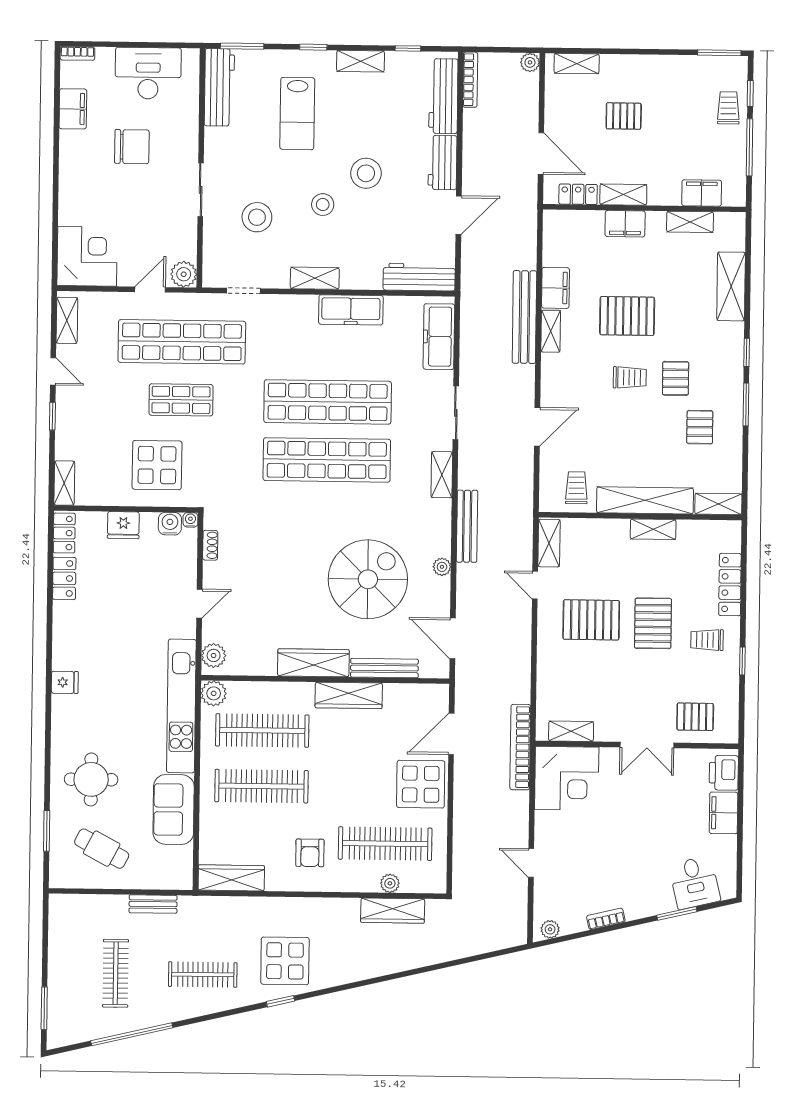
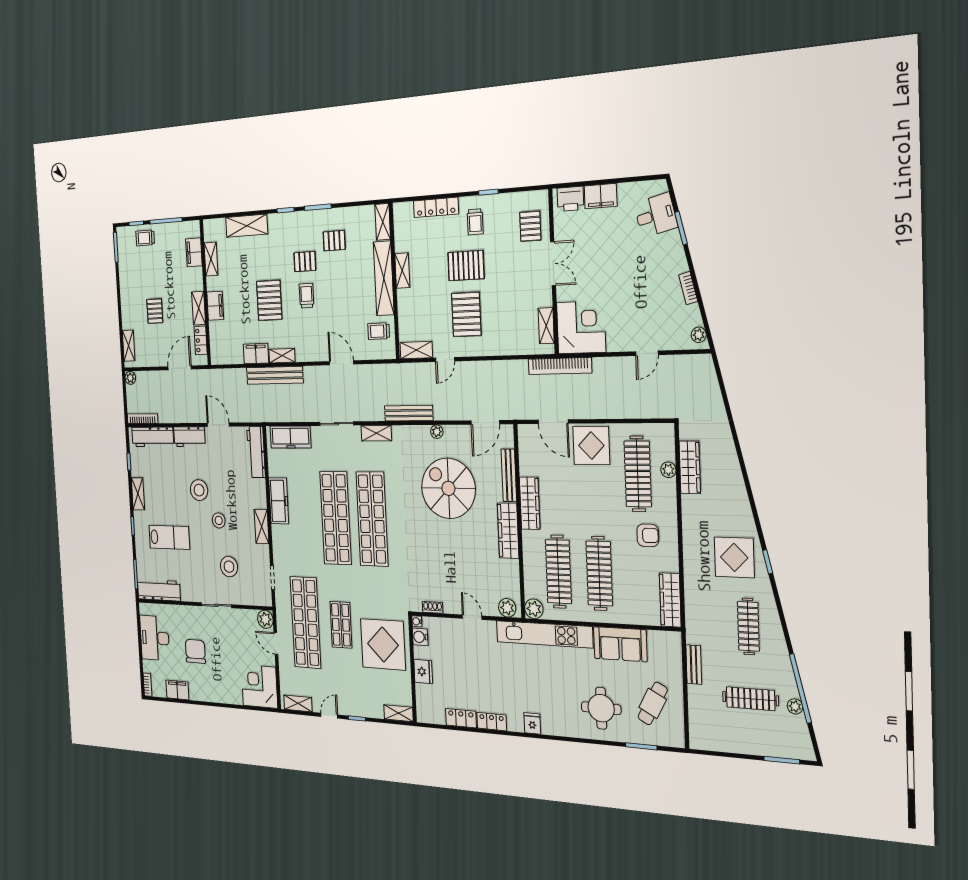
display table: (157, 465) -> (383, 644), width x1.36, depth x1.36
locker: (64, 533) -> (492, 722), moved
plant: (110, 1027) -> (795, 706), added

